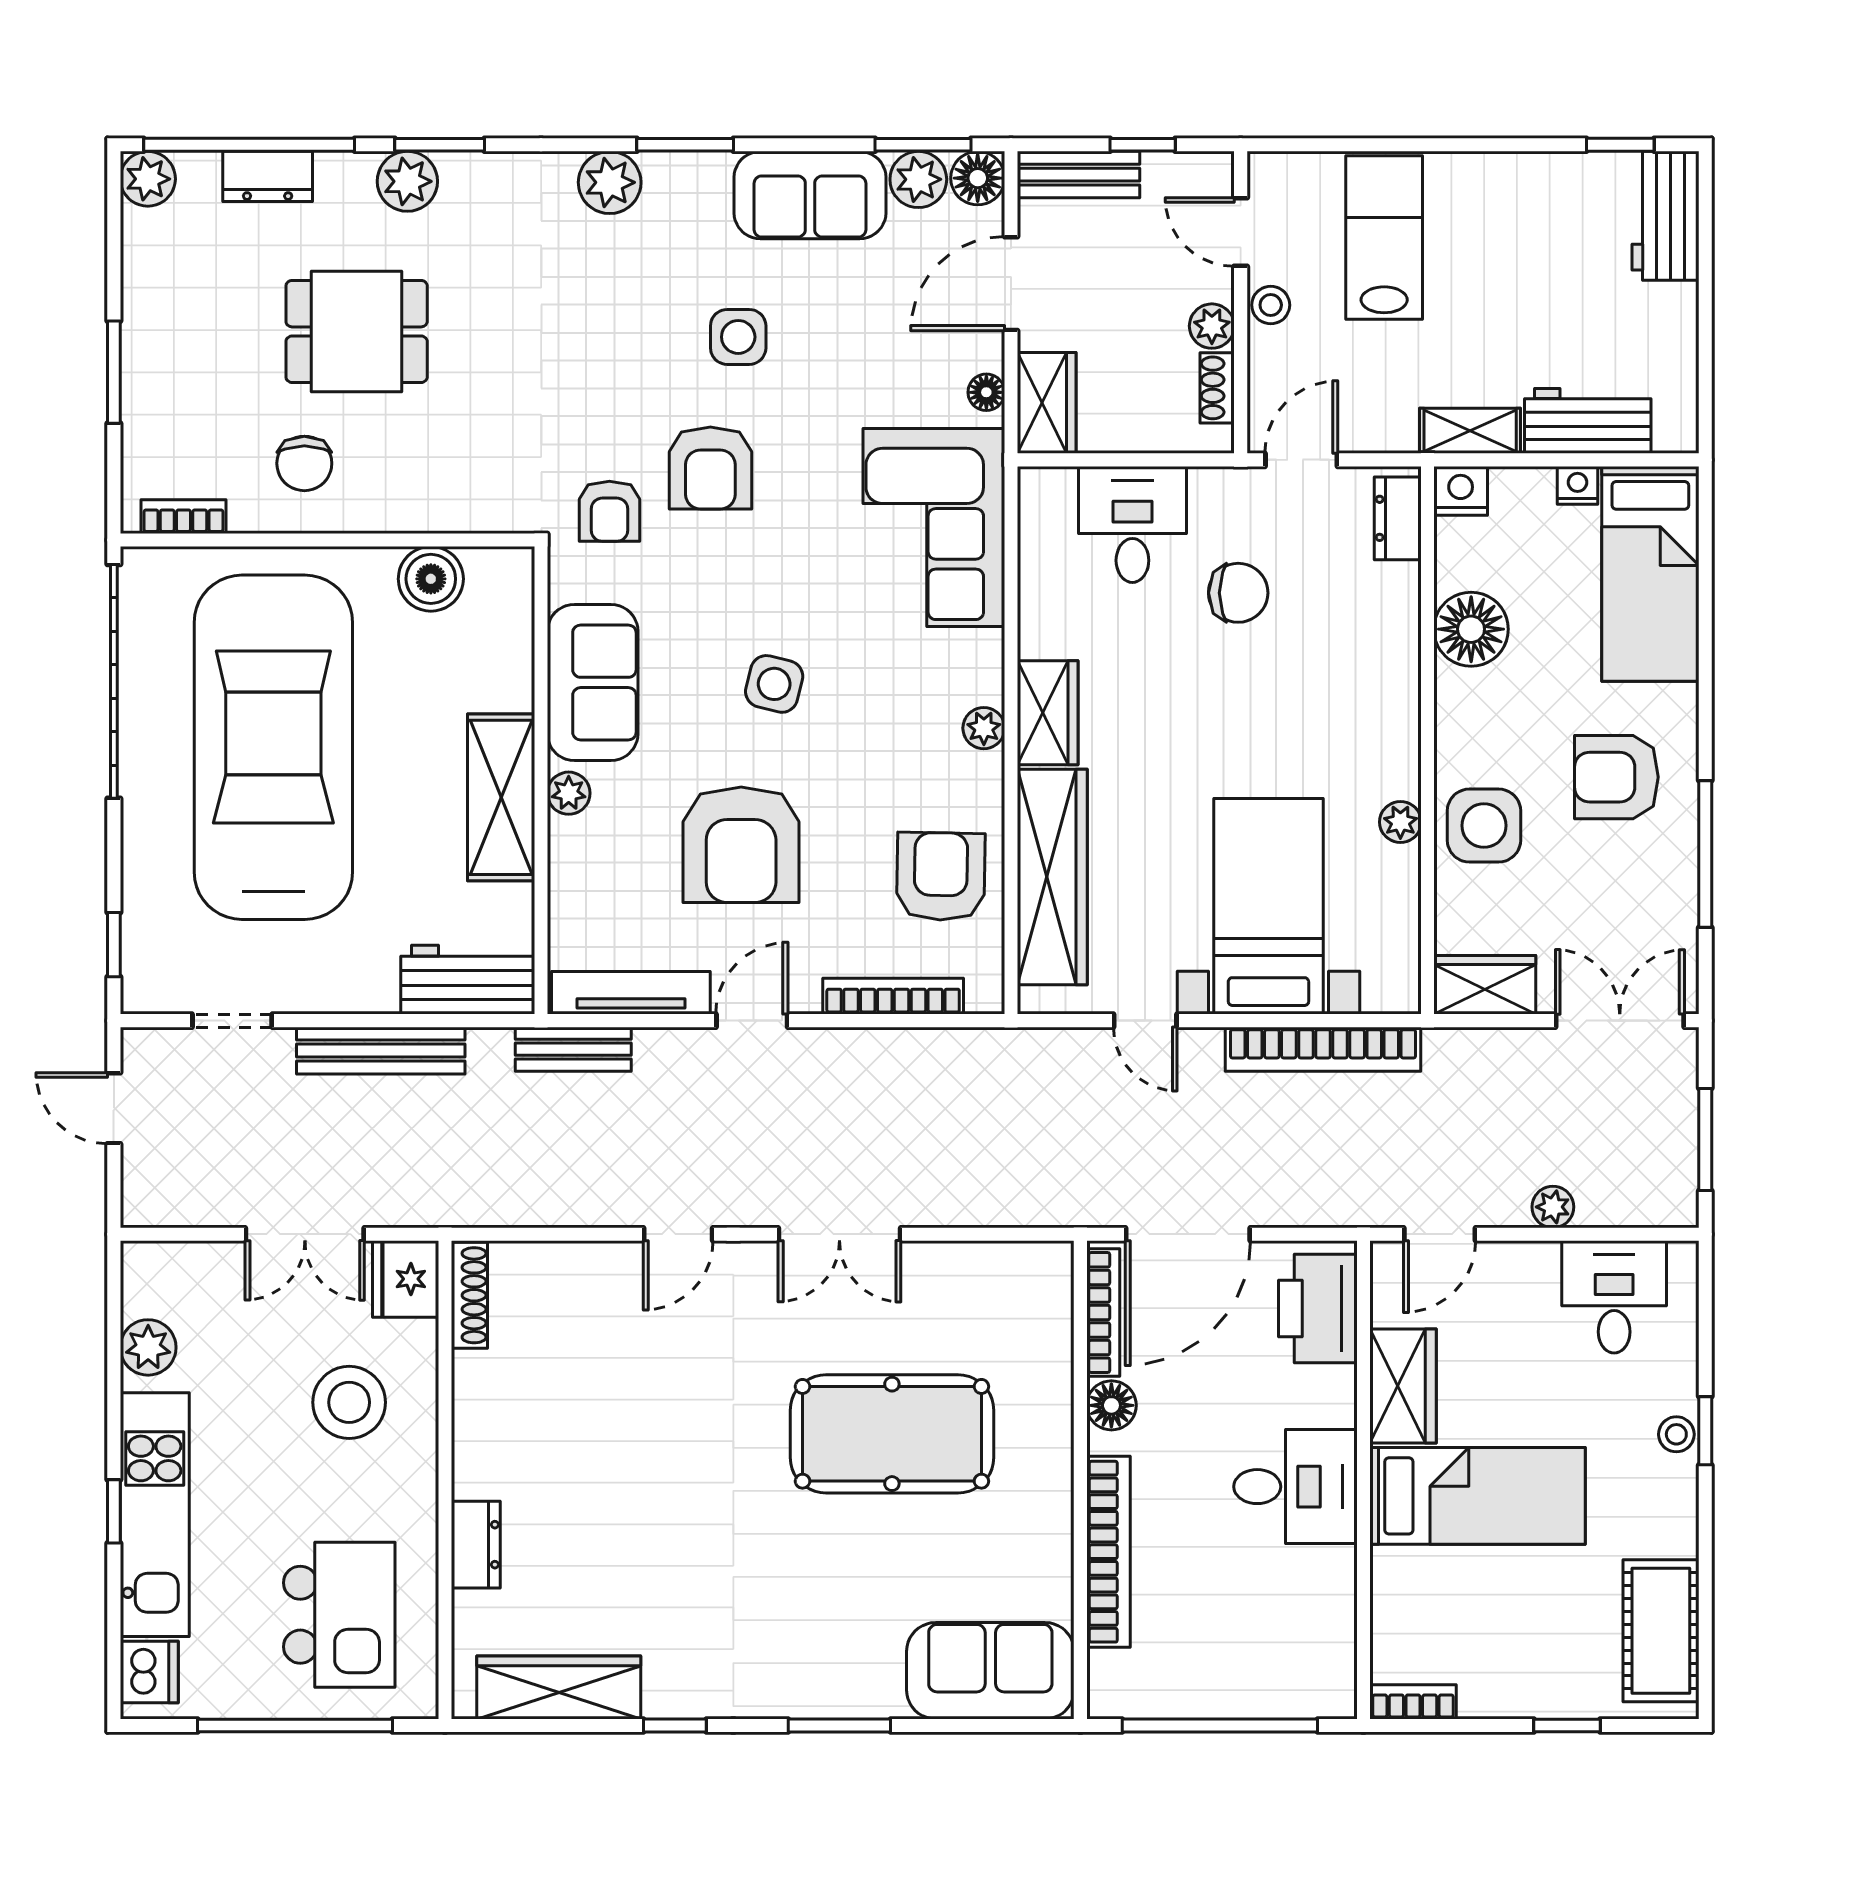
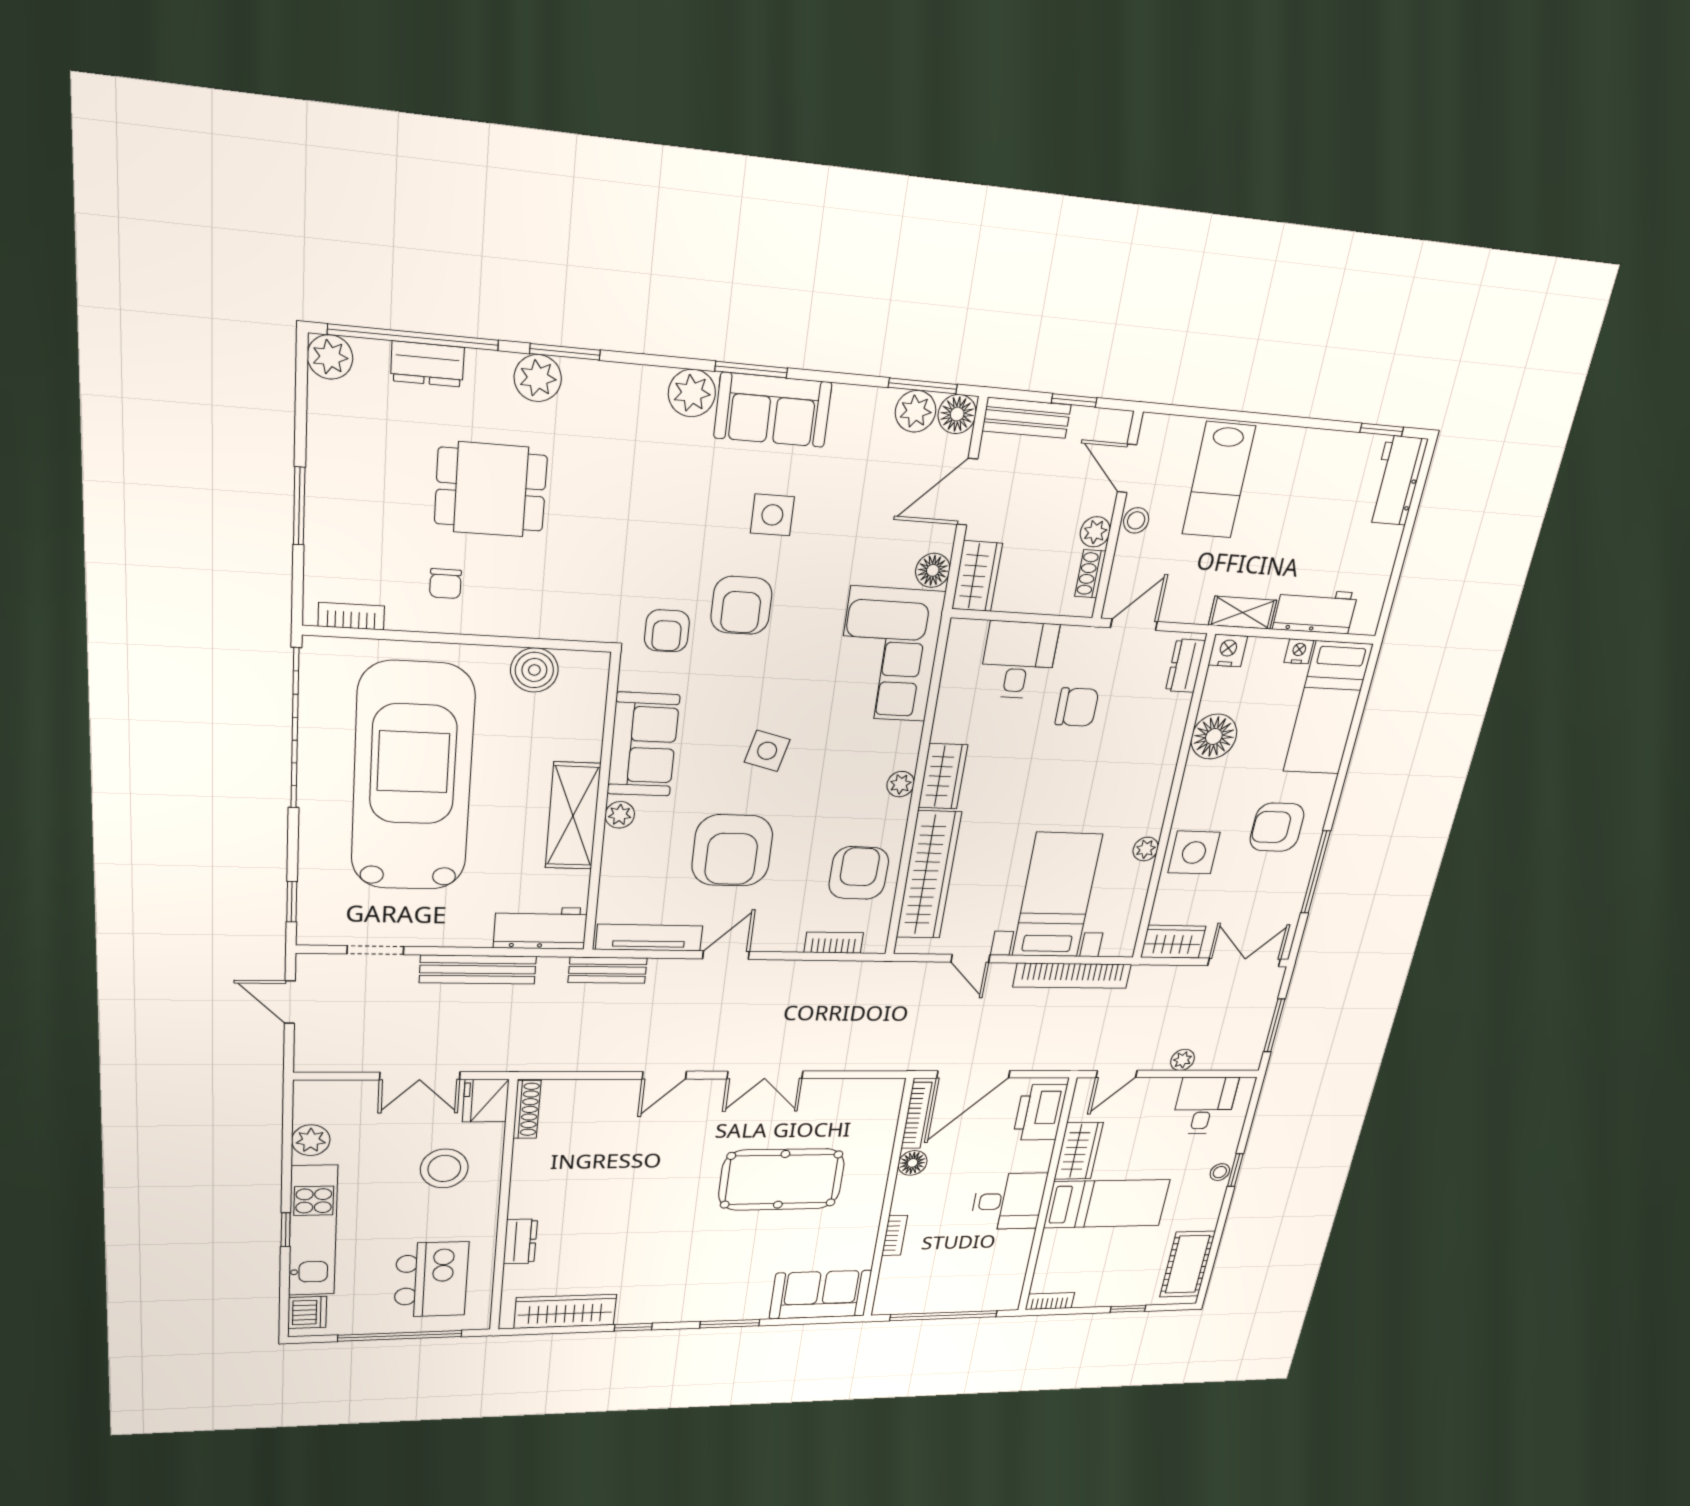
sofa: (810, 195) -> (773, 410), moved
lab bench: (1384, 238) -> (1219, 480), turned 180
floor lamp: (986, 392) -> (933, 570), width x1.37, depth x1.37
chair: (304, 463) -> (445, 584), width x0.73, depth x0.73
bookcase: (893, 996) -> (834, 943), width x0.64
bookcase: (1109, 1552) -> (895, 1235), width x0.43, depth x0.76

